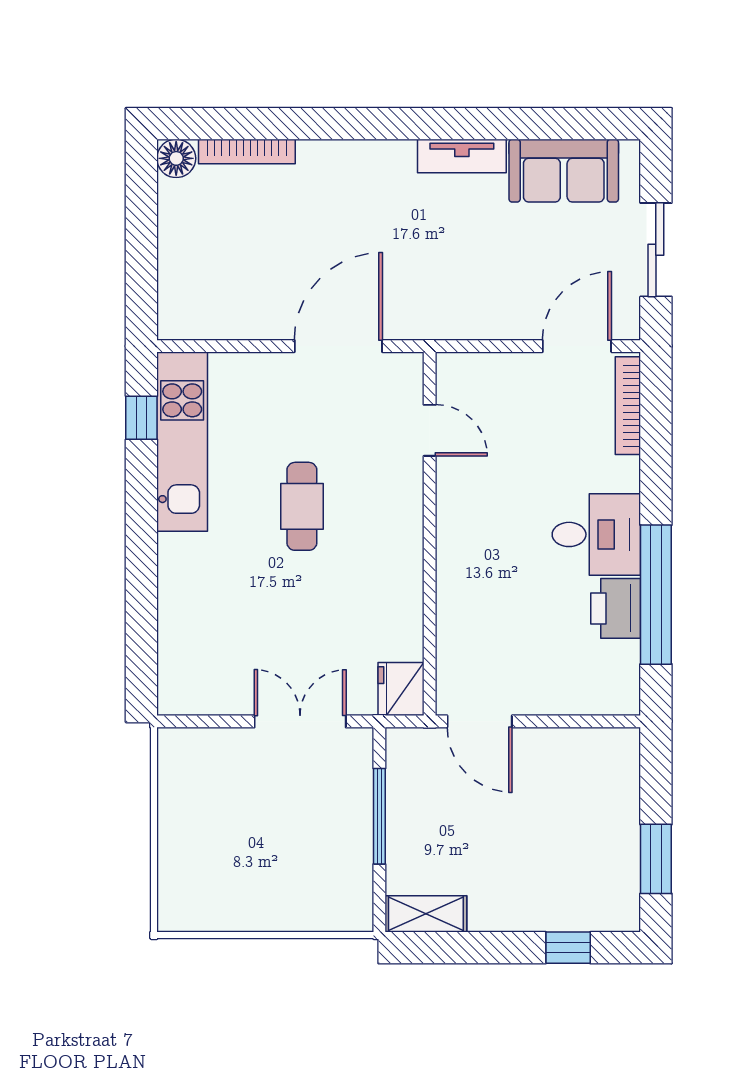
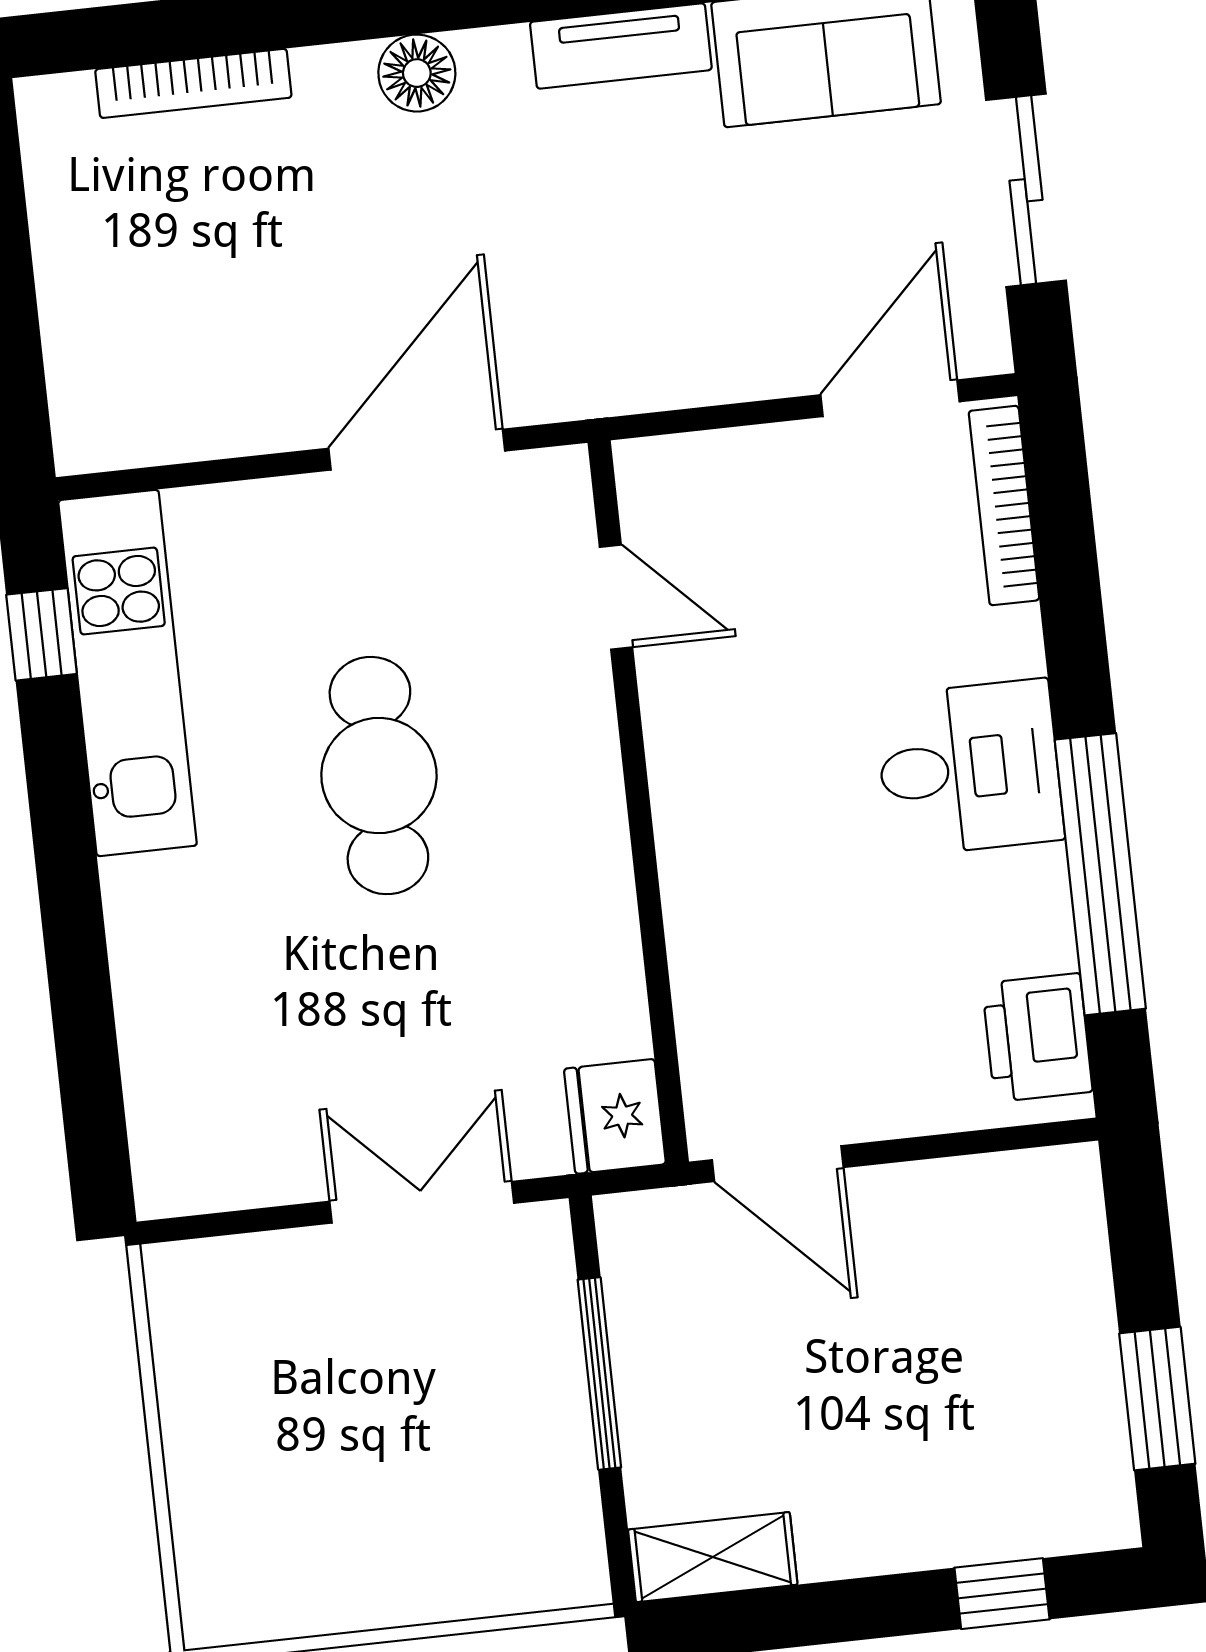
floor lamp: (176, 158) -> (417, 73), moved
cafe table: (302, 506) -> (379, 776), width x1.37, depth x1.35
printer: (616, 608) -> (1037, 1038), moved

